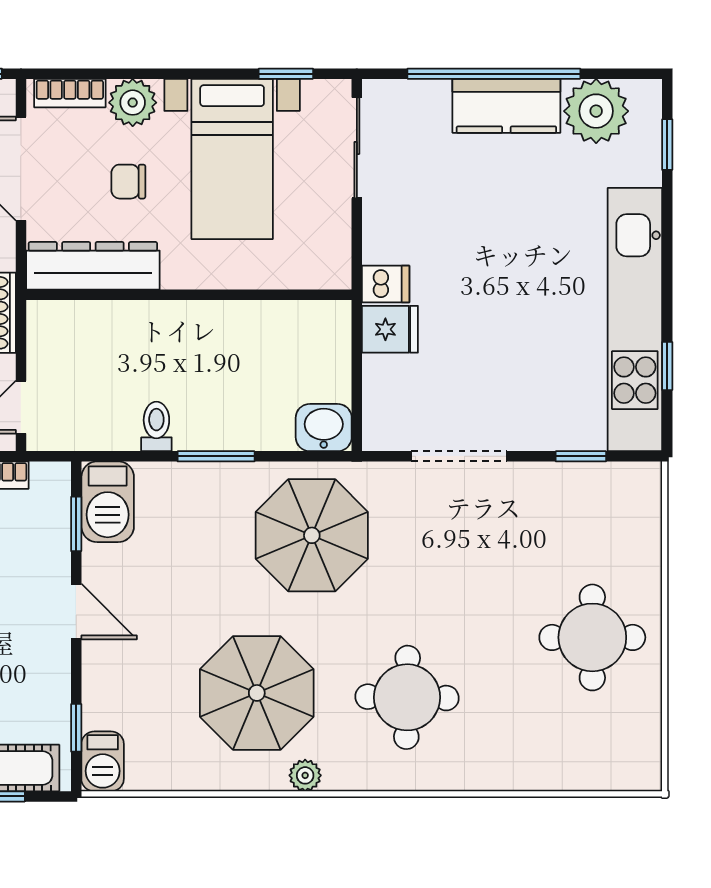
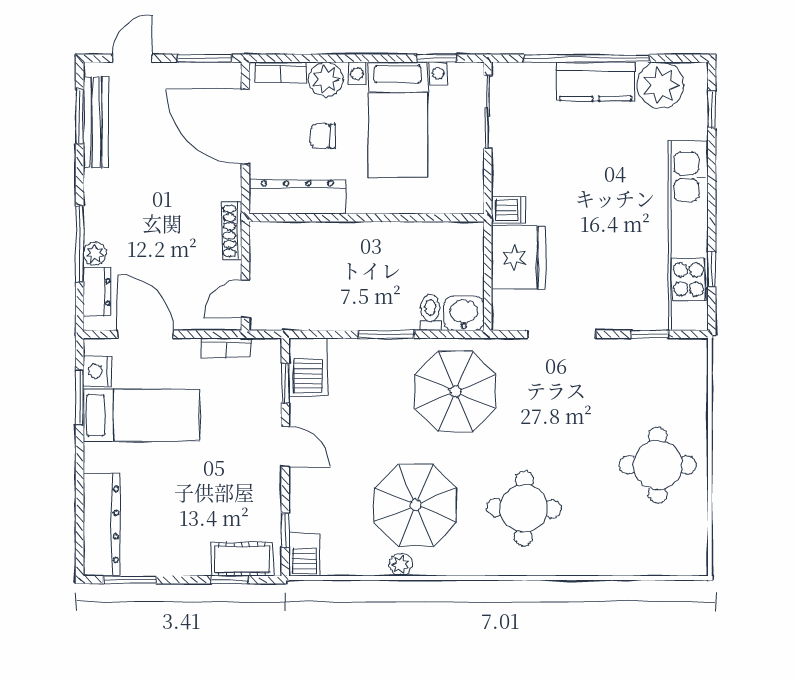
fridge: (390, 329) -> (518, 258), width x1.88, depth x1.34
toilet: (156, 426) -> (430, 313), moved
plant: (305, 775) -> (401, 565), moved

